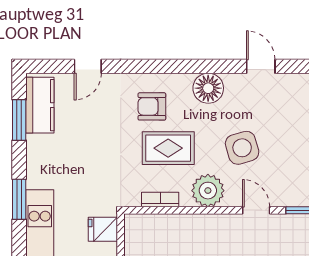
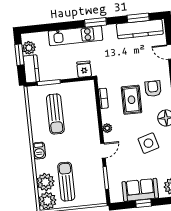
kitchen counter: (40, 105) -> (140, 29), width x1.50
side table: (242, 148) -> (148, 143), moved
plant: (208, 191) -> (107, 128), width x0.53, depth x0.53

